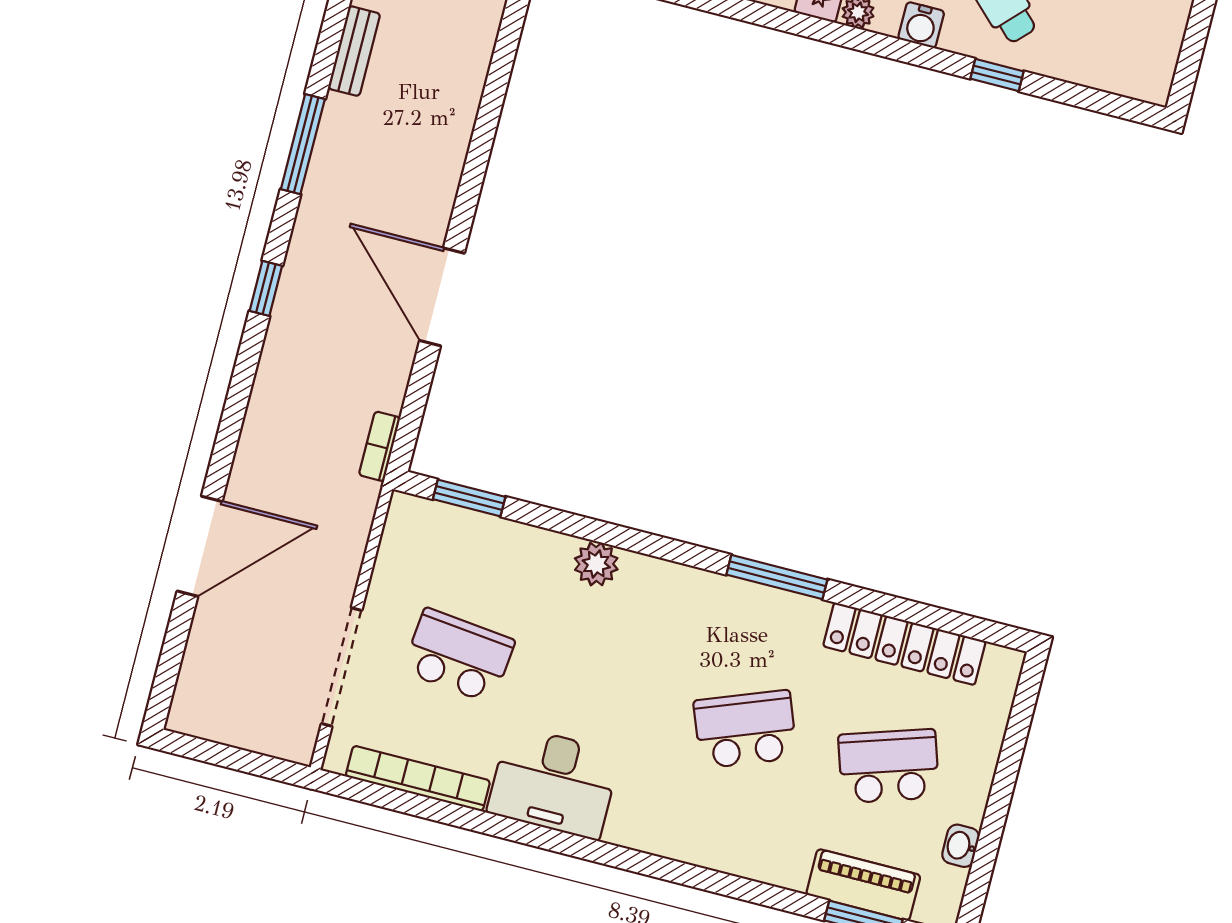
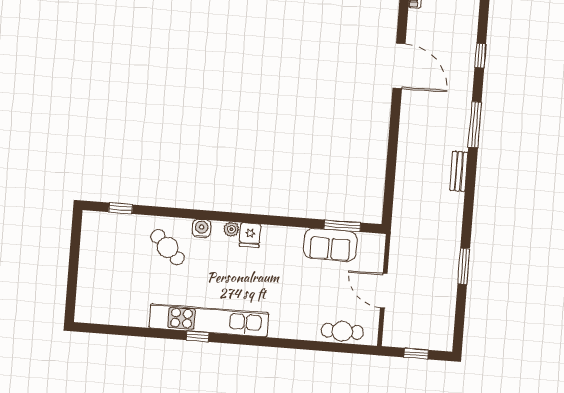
window: (997, 75) -> (121, 208), moved

